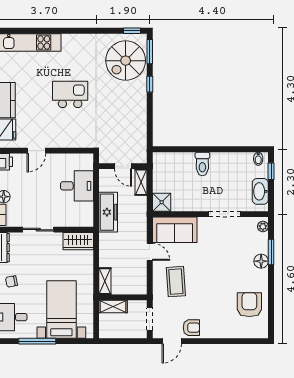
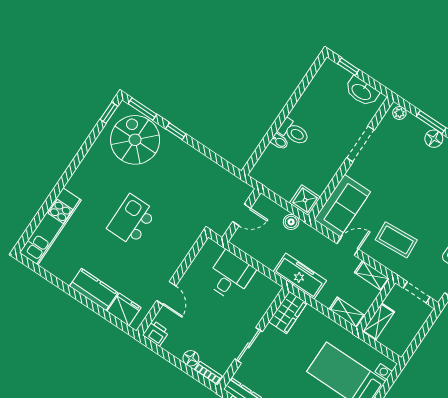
spiral stairs: (126, 61) -> (135, 140), turned 180
bidet: (258, 159) -> (280, 142), moved
shelving: (141, 182) -> (372, 276), moved
boiler: (141, 203) -> (291, 222), added
freezer: (108, 212) -> (300, 276), moved

